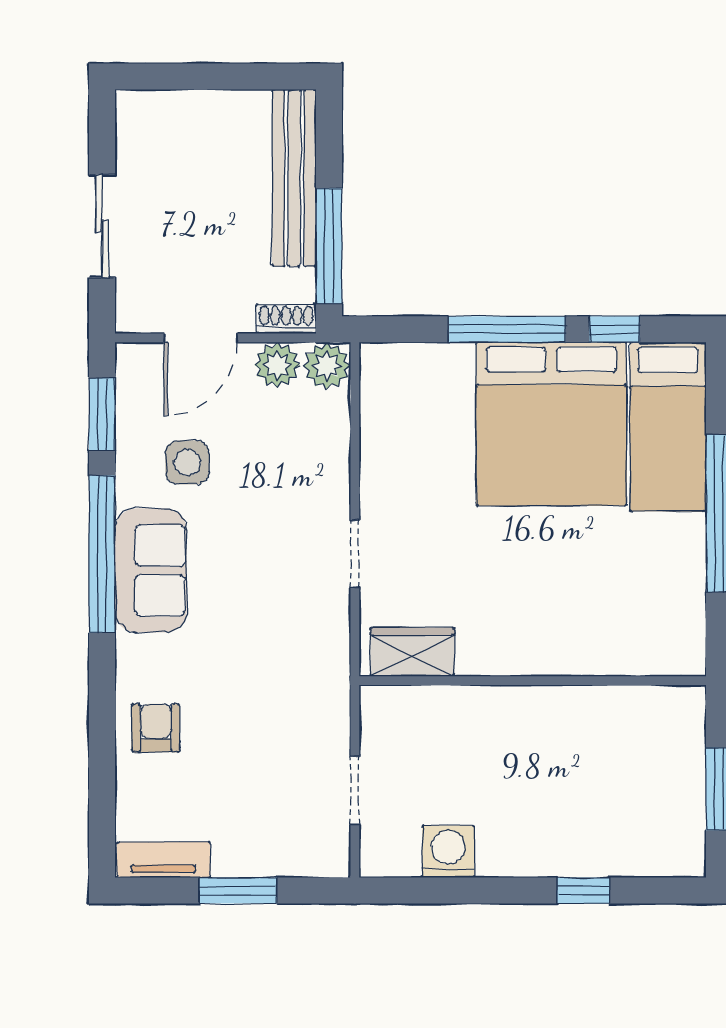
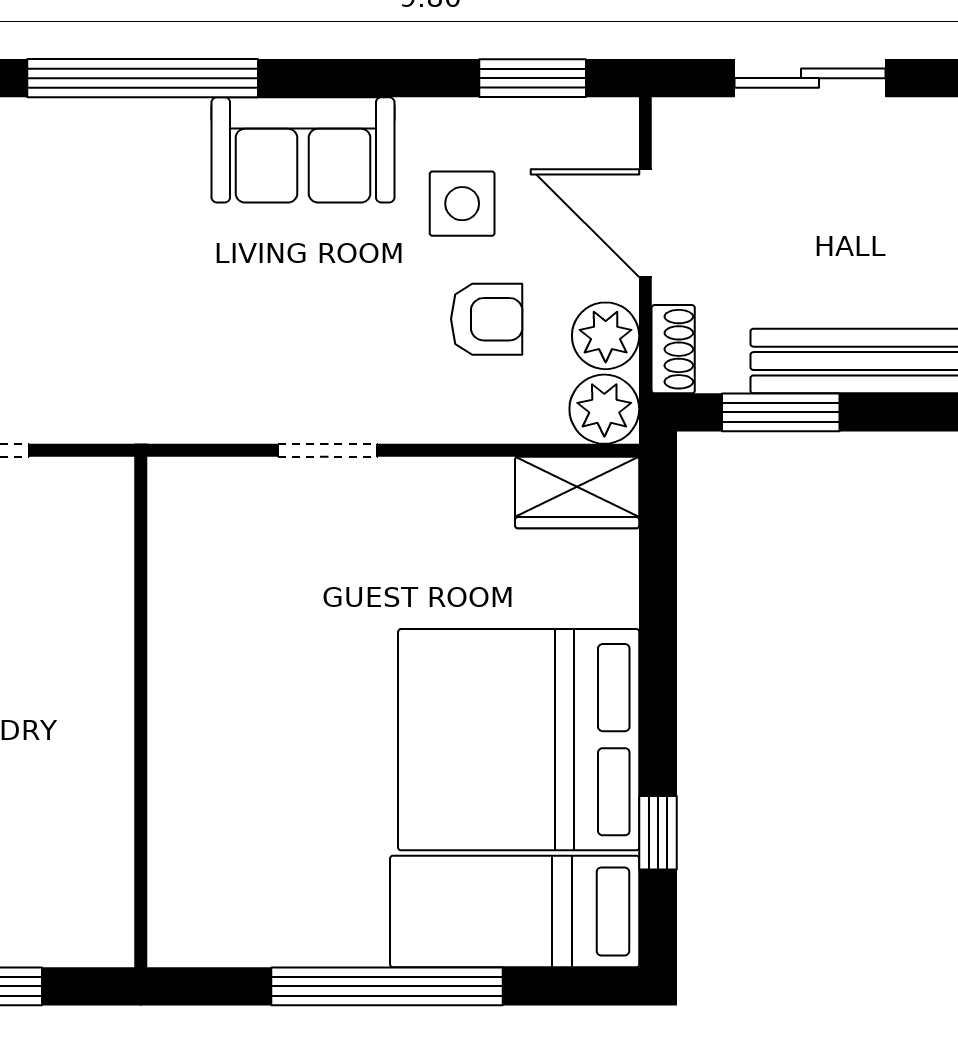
window: (329, 246) -> (781, 412), width x0.69
window: (507, 329) -> (658, 674), removed
window: (102, 554) -> (143, 78), moved
wardrobe: (412, 652) -> (577, 492), moved, turned 90
armchair: (156, 728) -> (487, 319), moved

